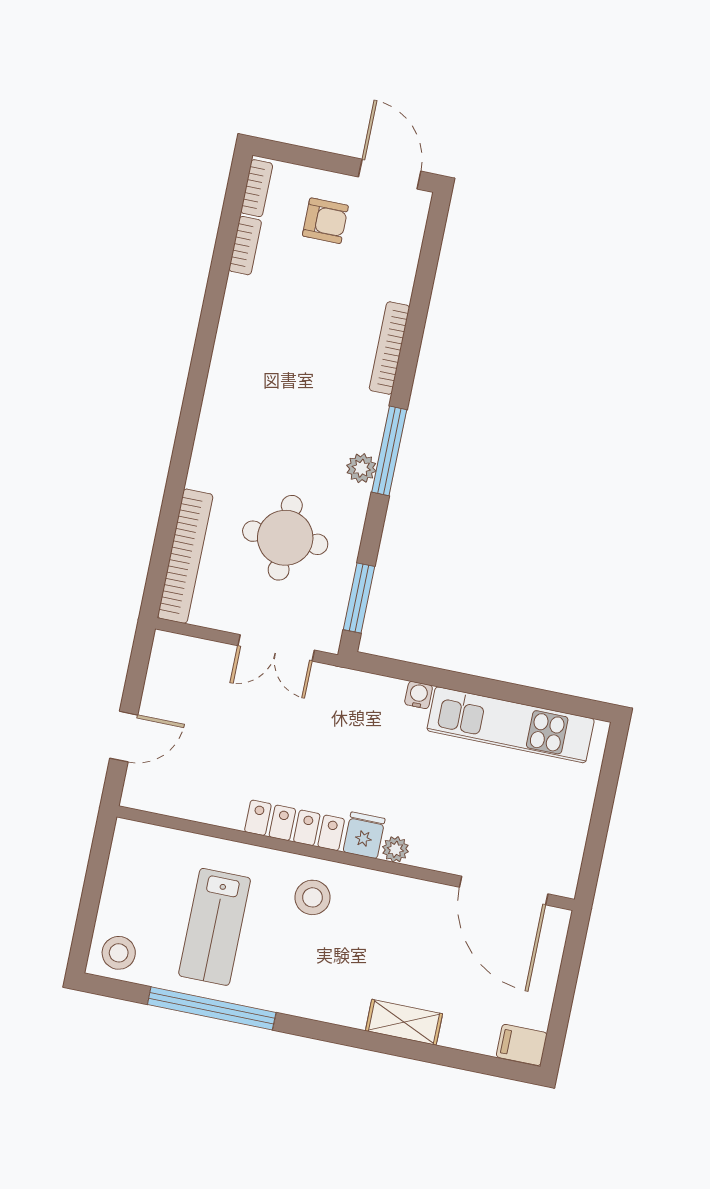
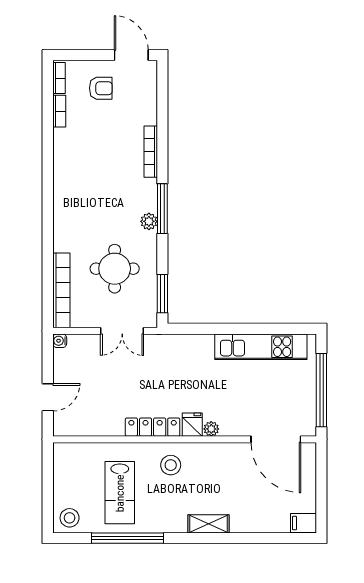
water cooler: (419, 695) -> (60, 341), moved, turned -90
window: (600, 821) -> (321, 390), added
shelving: (404, 1022) -> (209, 524), moved

